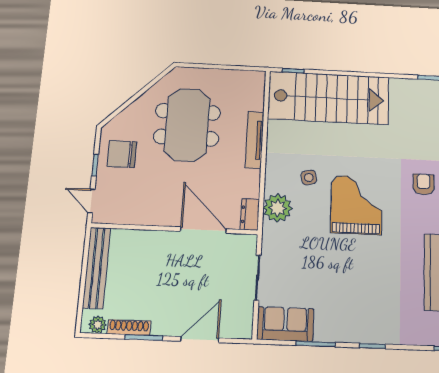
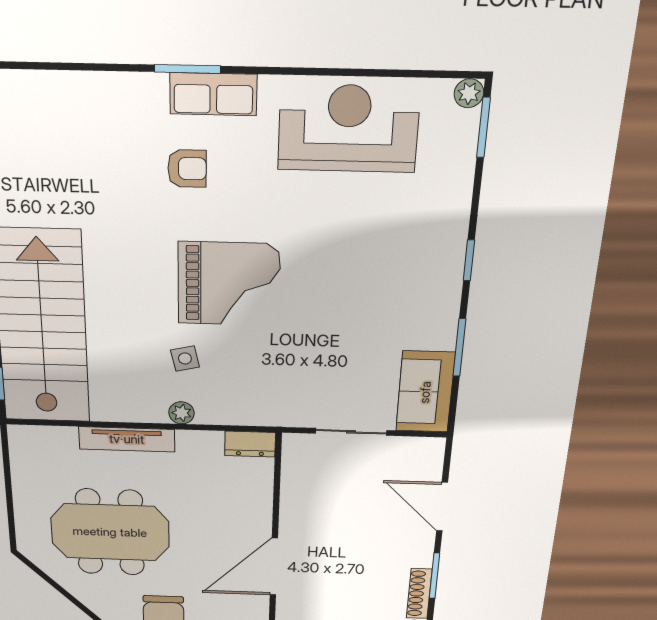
armchair: (424, 184) -> (187, 169), turned 180
grand piano: (356, 205) -> (229, 284), turned 180
plant: (278, 208) -> (181, 413), moved, width x0.53, depth x0.53
door: (203, 230) -> (274, 567), moved

